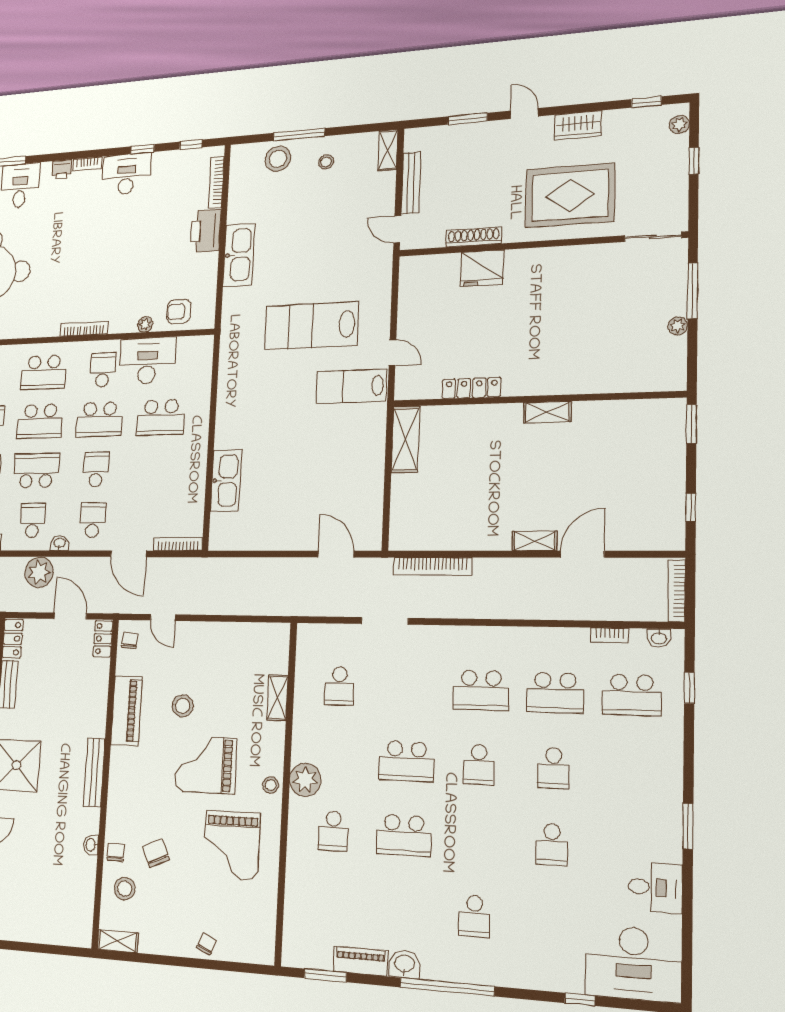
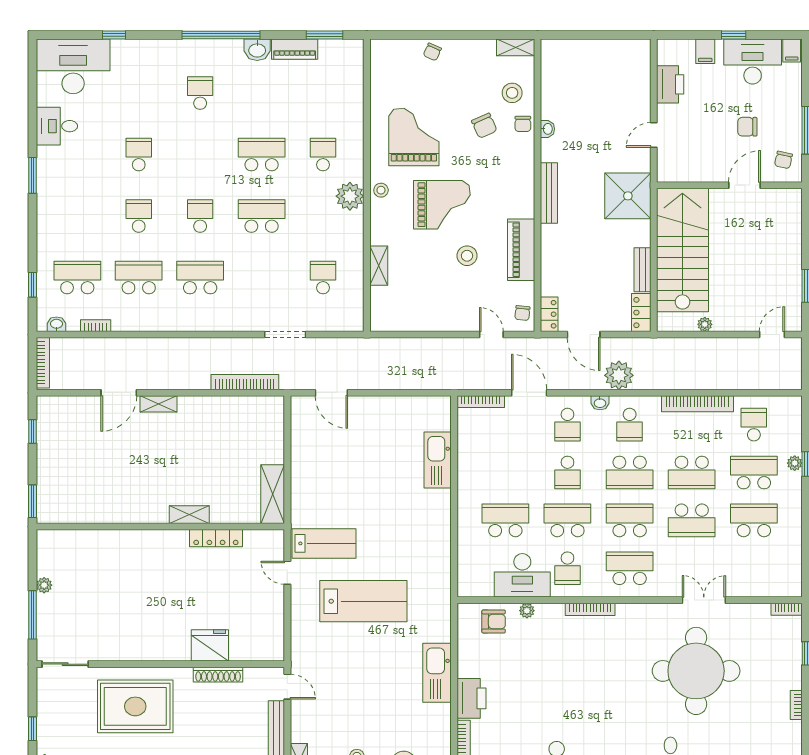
shelving: (547, 412) -> (189, 515), moved

